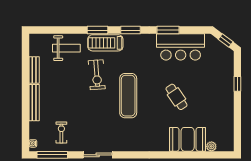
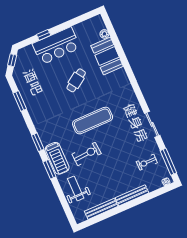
window: (168, 30) -> (20, 101), moved
bar counter: (181, 47) -> (56, 46), moved, turned 90
bench: (34, 70) -> (101, 209), width x1.36

